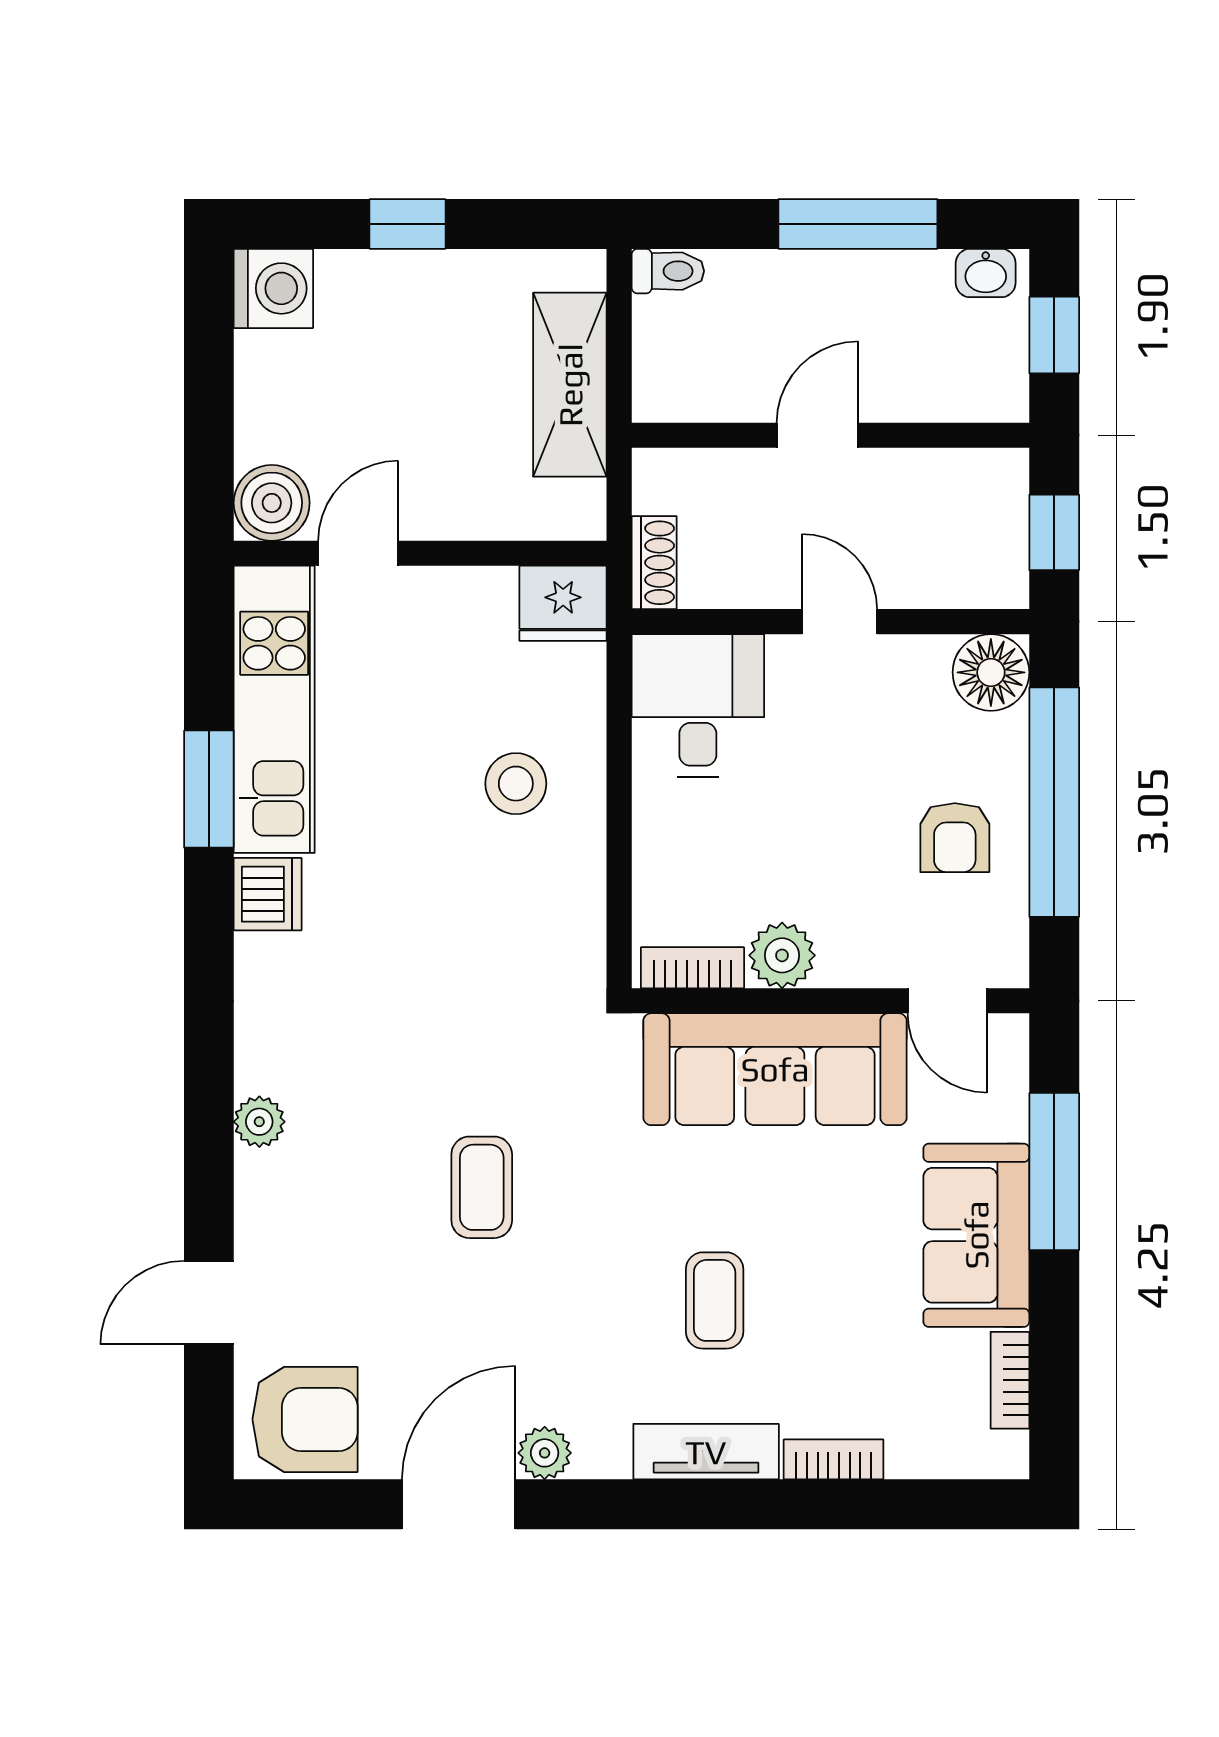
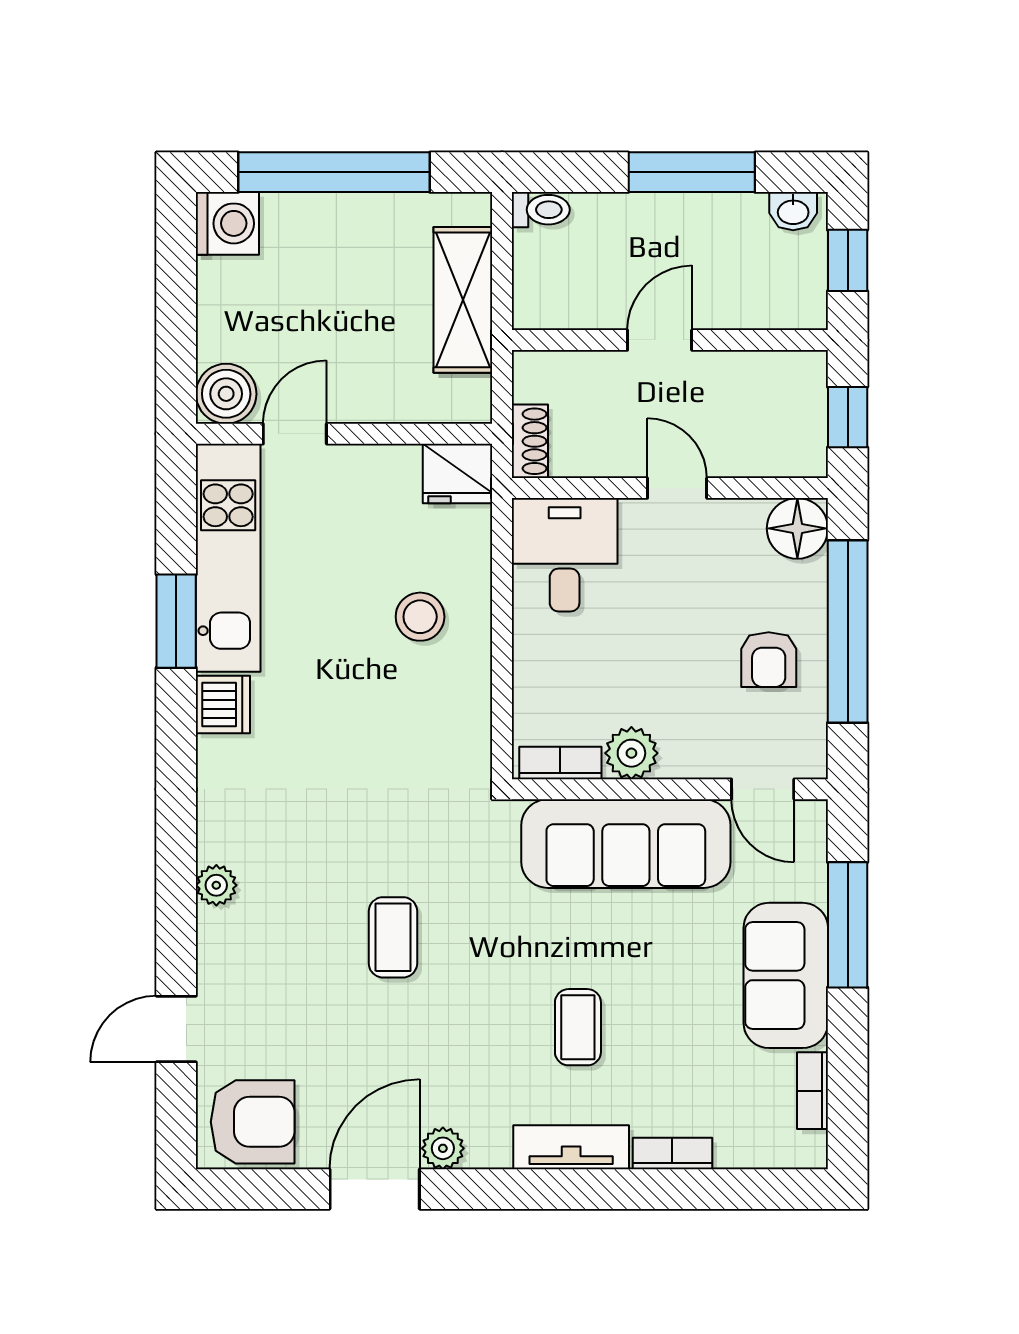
window: (407, 224) -> (334, 172), width x3.17

